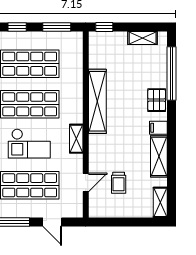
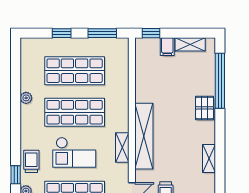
shelving: (97, 101) -> (144, 136), moved
filing cabinet: (158, 128) -> (167, 47), moved, turned -90
shelving: (159, 156) -> (209, 158), width x0.67, depth x0.75

